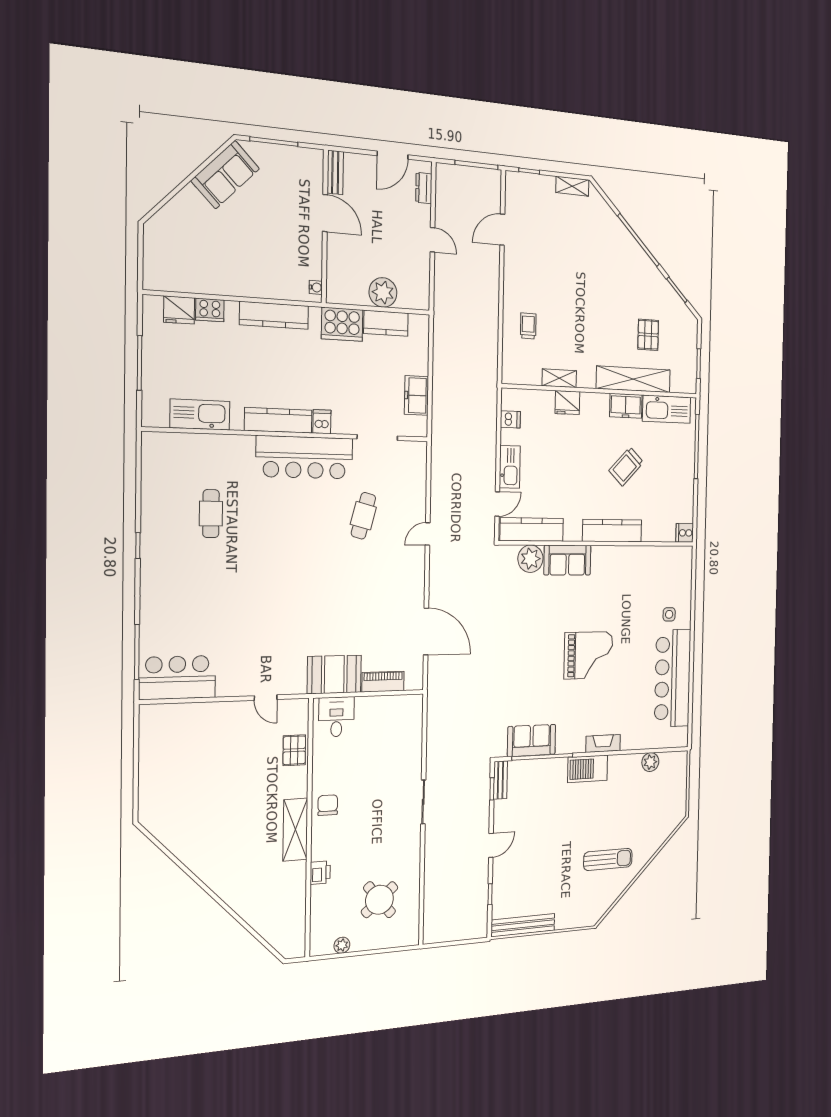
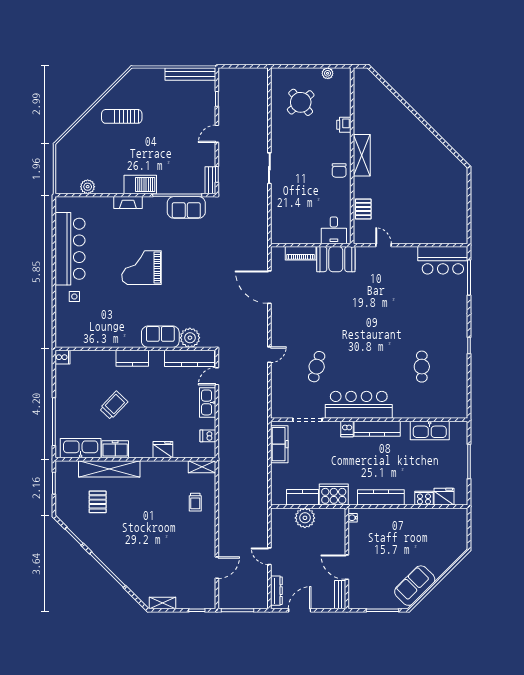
dresser: (424, 188) -> (276, 591), width x1.44
shelving: (559, 378) -> (202, 467), moved
freezer: (416, 395) -> (279, 444), width x1.40
kitchen counter: (612, 531) -> (132, 358), width x0.67

